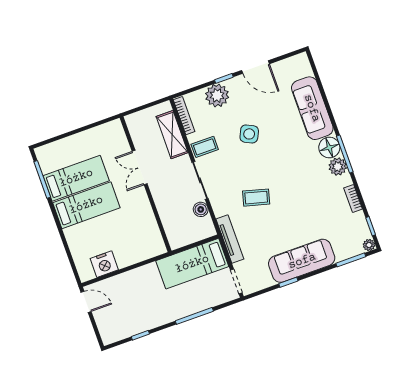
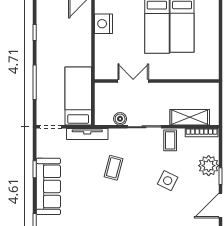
double door: (140, 168) -> (133, 81), moved

